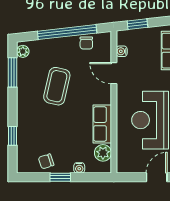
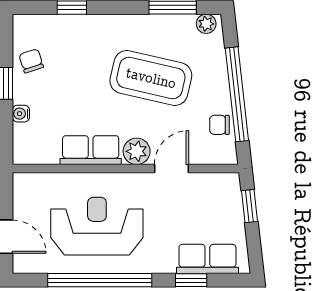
water cooler: (122, 51) -> (206, 181), removed
coffee table: (57, 86) -> (151, 78), width x1.36, depth x1.32
plant: (103, 153) -> (137, 151), moved

